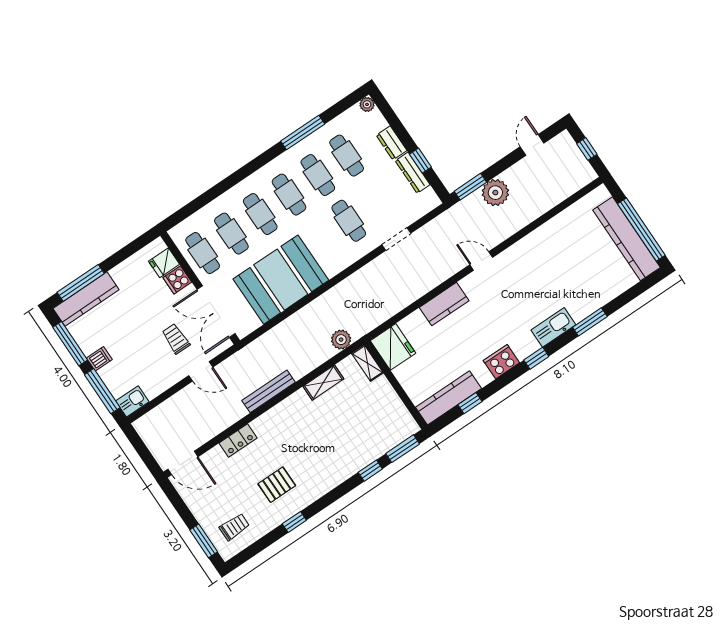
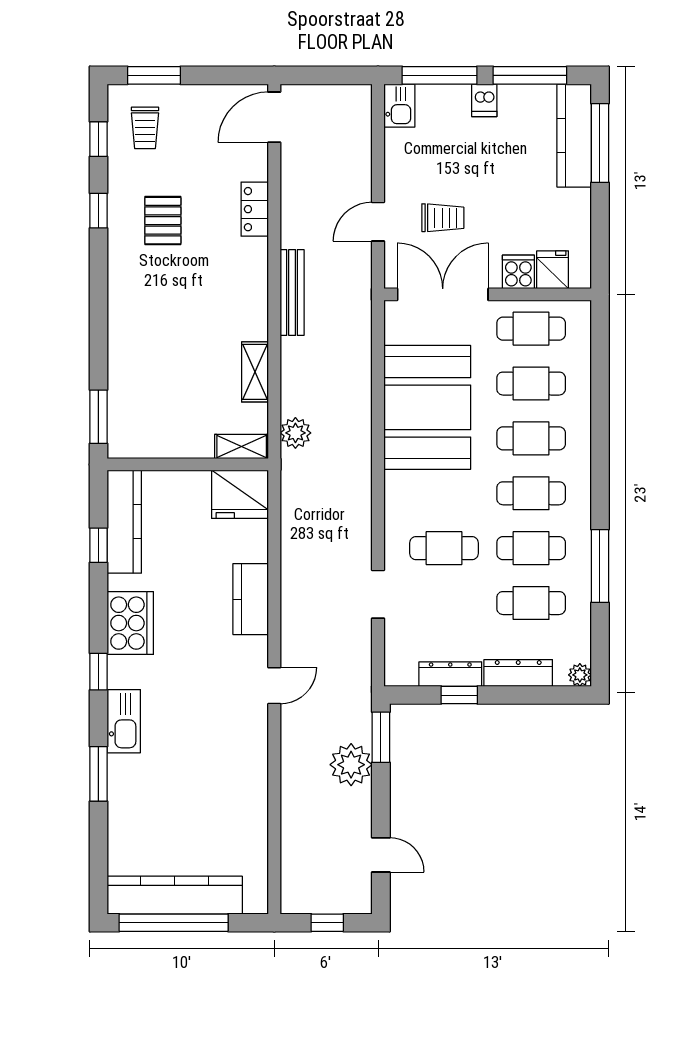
dresser: (392, 143) -> (518, 673), width x1.44
cooker: (501, 362) -> (130, 623), width x1.37, depth x1.31
window: (370, 471) -> (98, 139), moved

